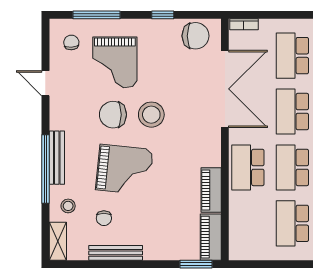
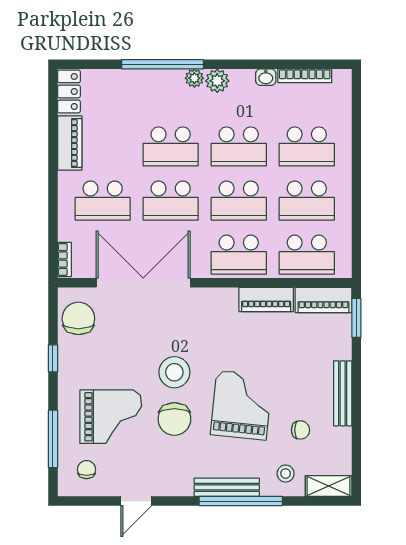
chair: (71, 42) -> (87, 470), turned 94
school desk: (248, 223) -> (307, 255), added
bench: (116, 253) -> (343, 393), moved

